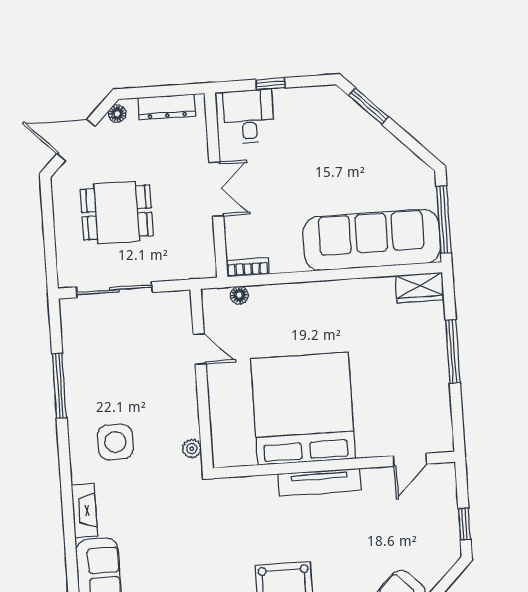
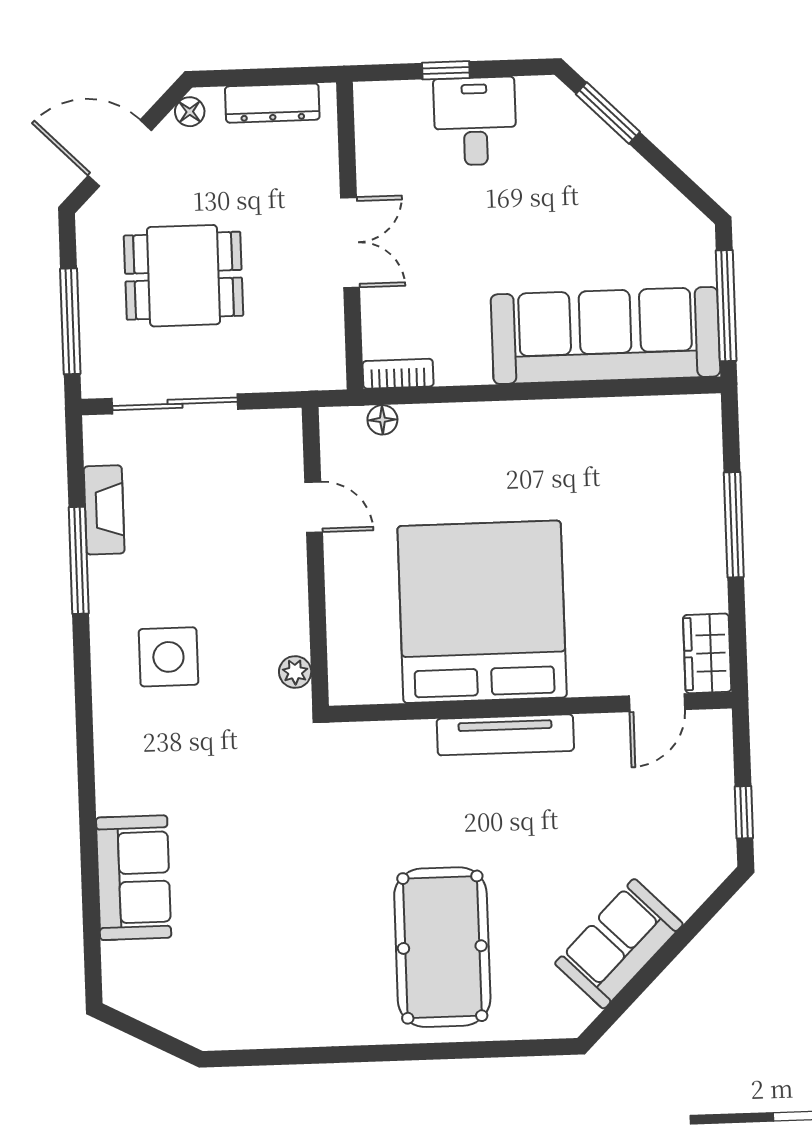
desk: (249, 116) -> (475, 121), moved
window: (50, 242) -> (70, 321), added
wardrobe: (420, 288) -> (707, 653), moved, turned 90
fireplace: (84, 511) -> (104, 510), moved

